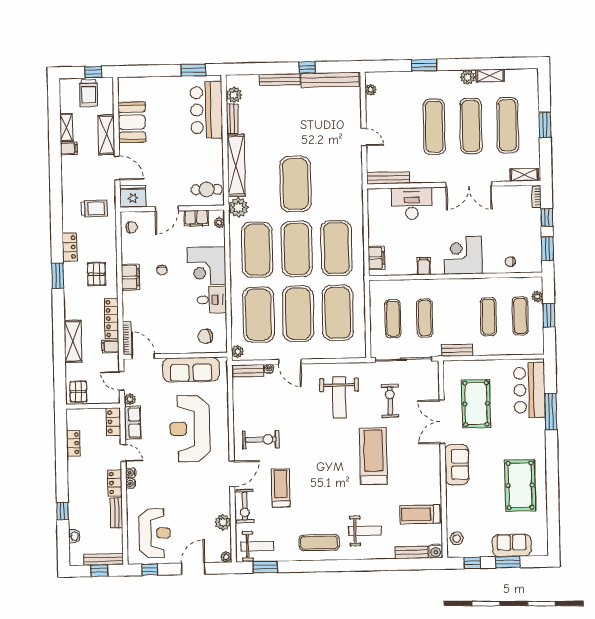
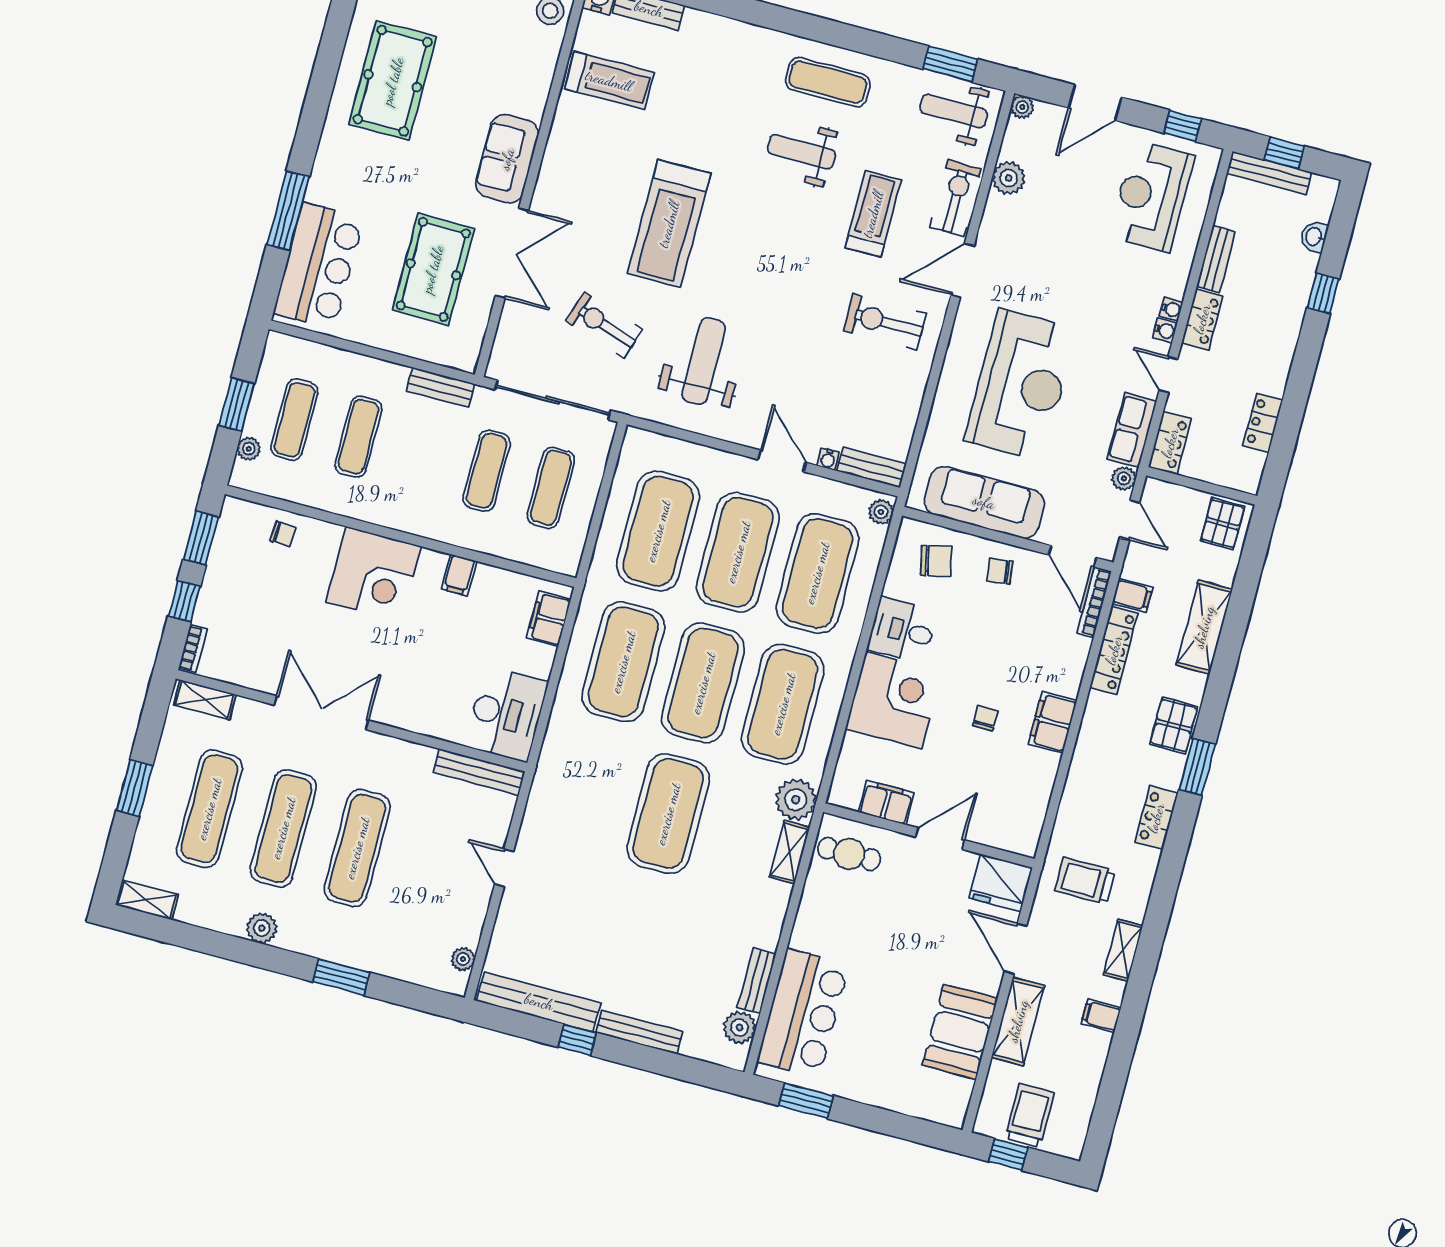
shelving: (490, 76) -> (147, 900), moved
shelving: (66, 127) -> (1123, 950), moved
shelving: (236, 165) -> (790, 852), width x0.45, depth x0.75
desk: (412, 203) -> (506, 714), moved, turned -90
plant: (219, 223) -> (843, 780), removed
chair: (132, 227) -> (1000, 571), moved
pallet: (96, 274) -> (1174, 726), moved
exercise bike: (390, 401) -> (604, 325), turned 108
treadmill: (281, 488) -> (873, 214), turned 180
weight bench: (365, 531) -> (801, 152), moved

